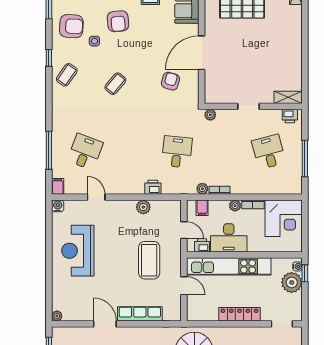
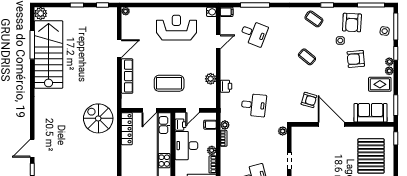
locker: (239, 314) -> (127, 129), moved

